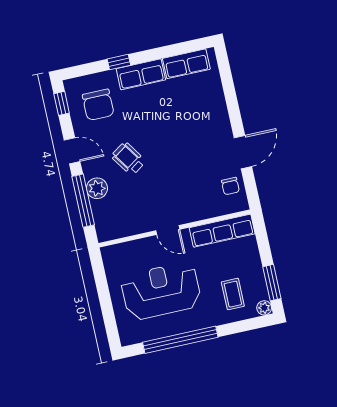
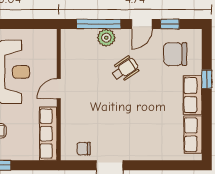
window: (62, 103) -> (170, 24), moved

